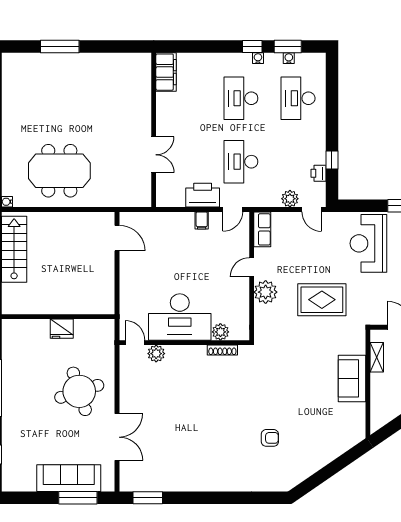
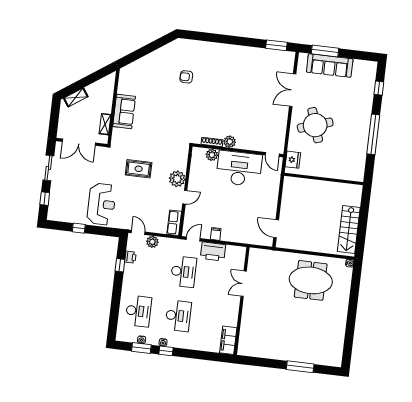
rug: (322, 300) -> (139, 169), width x0.73, depth x0.70
fridge: (62, 329) -> (293, 160), moved, turned 90
plant: (156, 354) -> (230, 142), moved

